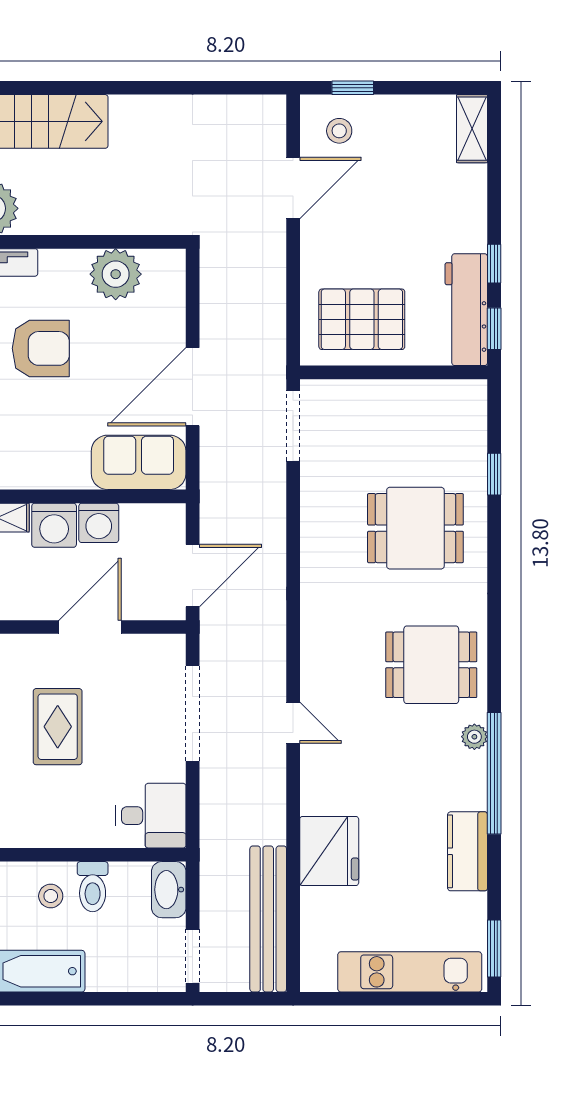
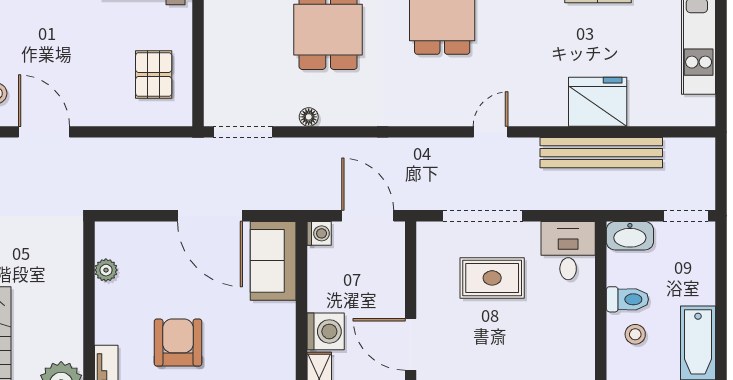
plant: (116, 274) -> (106, 270), width x0.53, depth x0.53
pallet: (362, 319) -> (154, 74), width x0.67, depth x0.71
floor lamp: (311, 505) -> (309, 117), added
washing machine: (99, 523) -> (319, 233), moved, width x0.73, depth x0.73
door: (90, 627) -> (411, 344), moved
rug: (58, 727) -> (492, 278), moved
bench: (268, 919) -> (601, 153), moved

